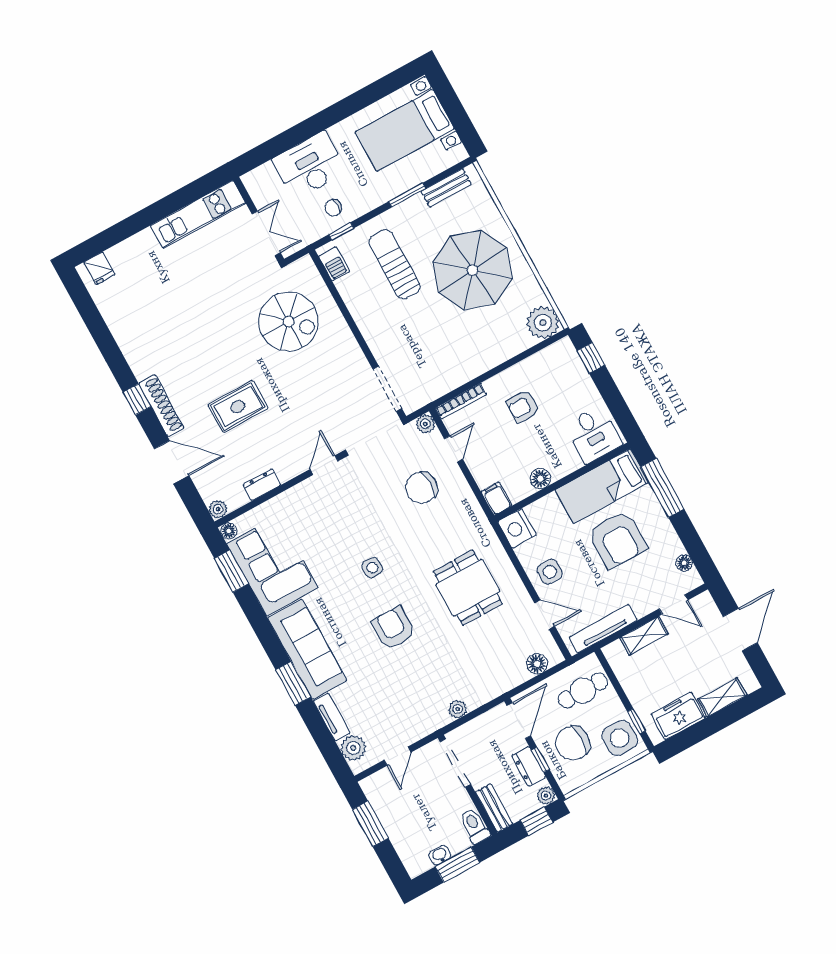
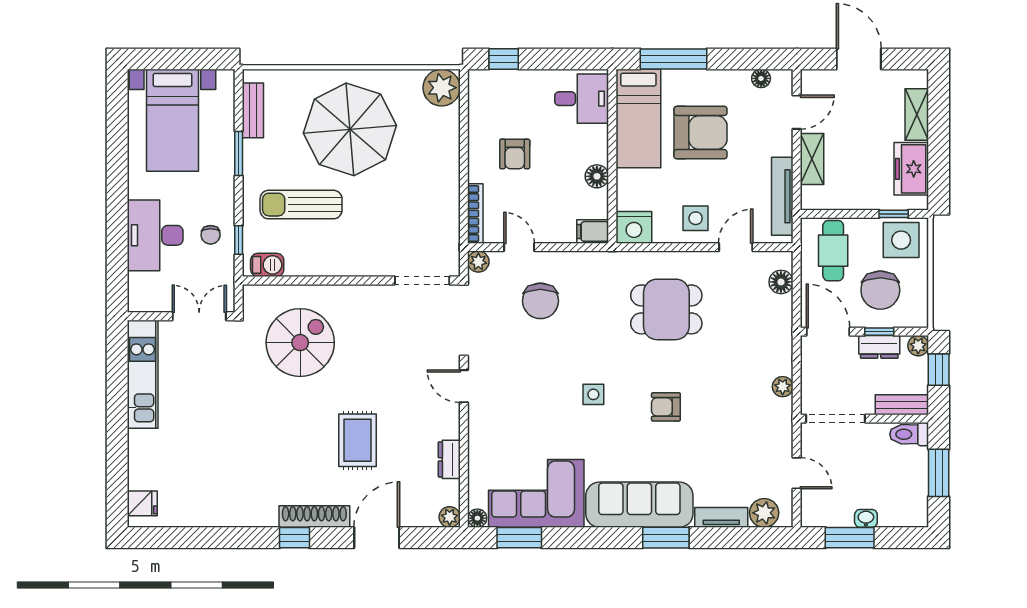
armchair: (393, 628) -> (666, 407), width x0.72, depth x0.72
washbasin: (440, 855) -> (866, 518), moved, turned 90

